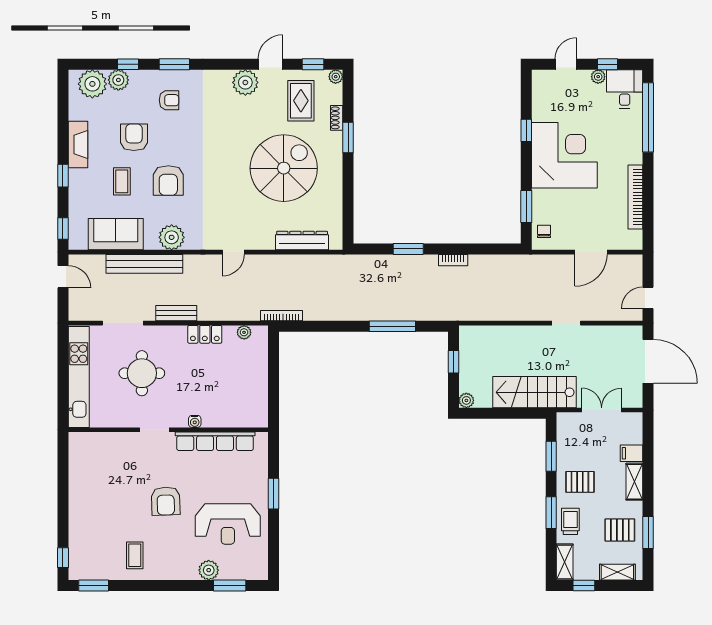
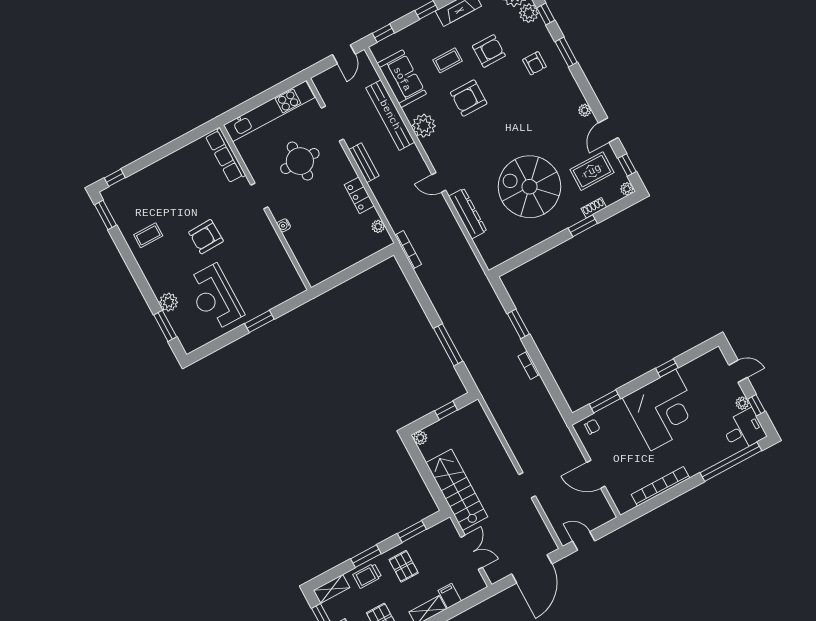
door: (270, 64) -> (608, 130), swing flipped
plant: (245, 82) -> (585, 110), width x0.53, depth x0.53
spiral stairs: (284, 168) -> (529, 187), turned 180
dresser: (302, 241) -> (468, 214), moved
row of seats: (215, 441) -> (225, 156), moved, width x0.73
trolley: (570, 521) -> (367, 576), turned 180

